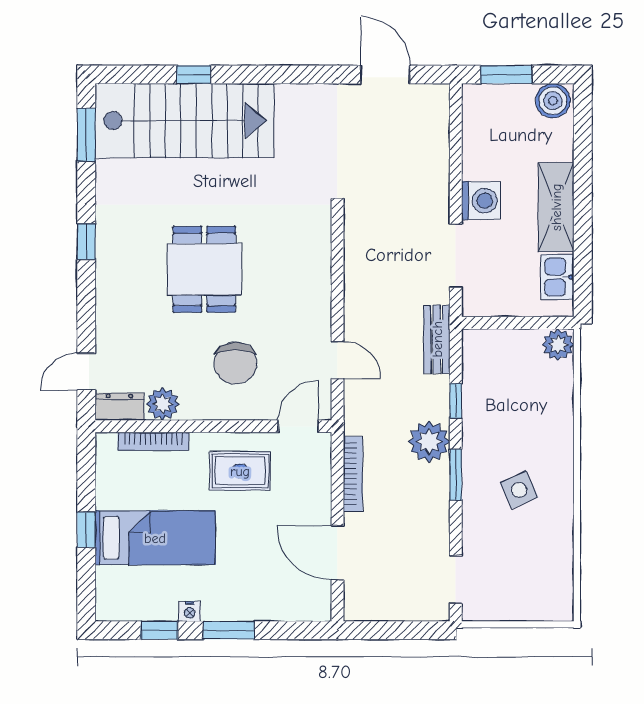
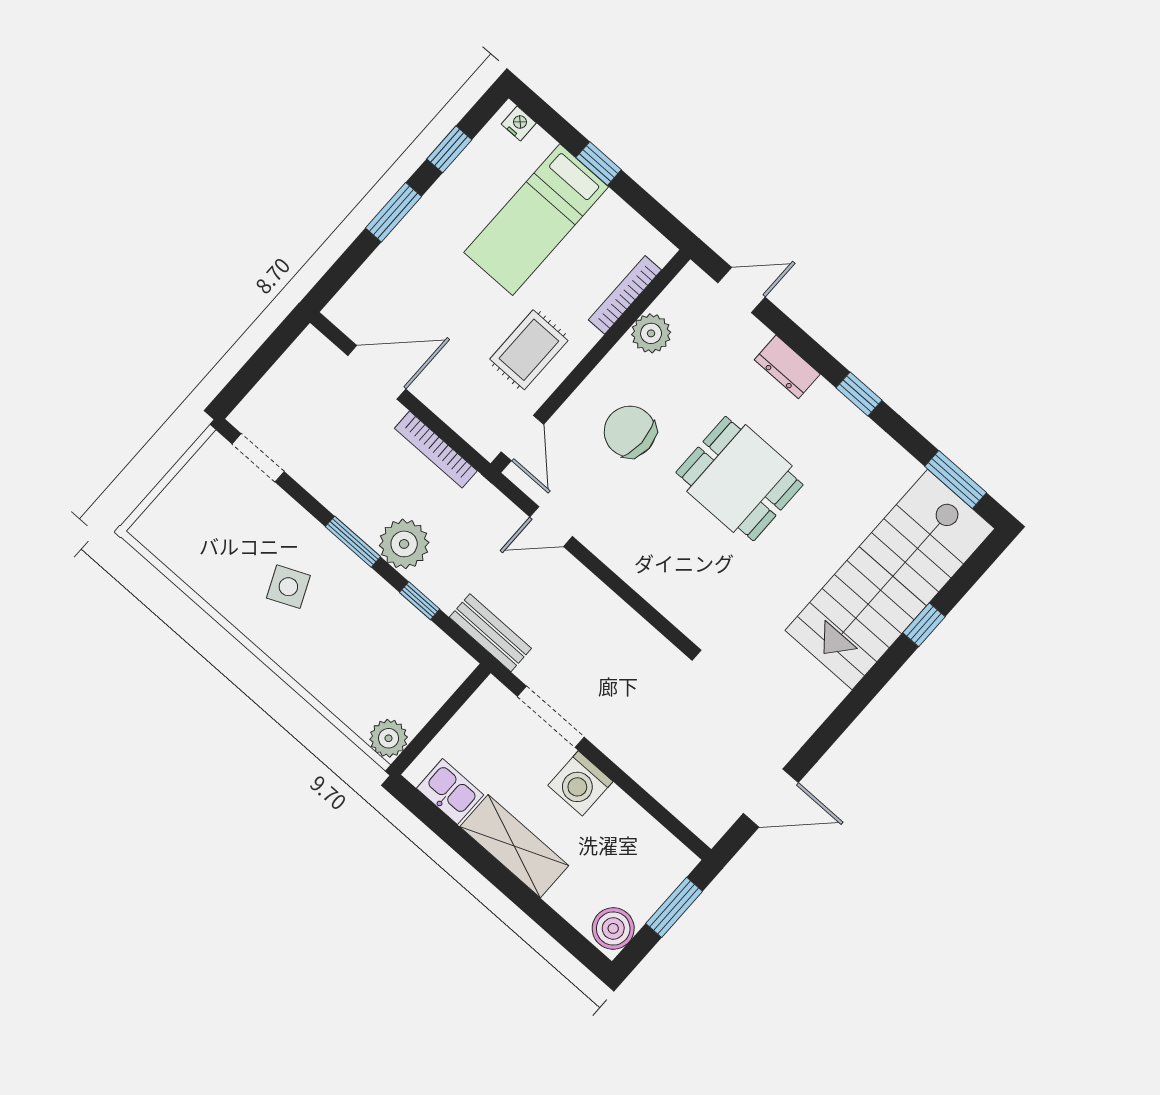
door: (86, 372) -> (741, 290), hinge flipped
dresser: (119, 407) -> (787, 367), moved, turned 90
nightstand: (190, 611) -> (519, 123), moved, turned 90

